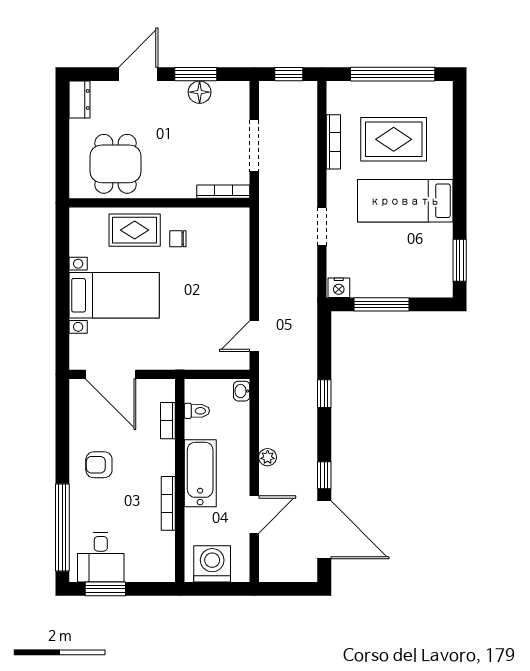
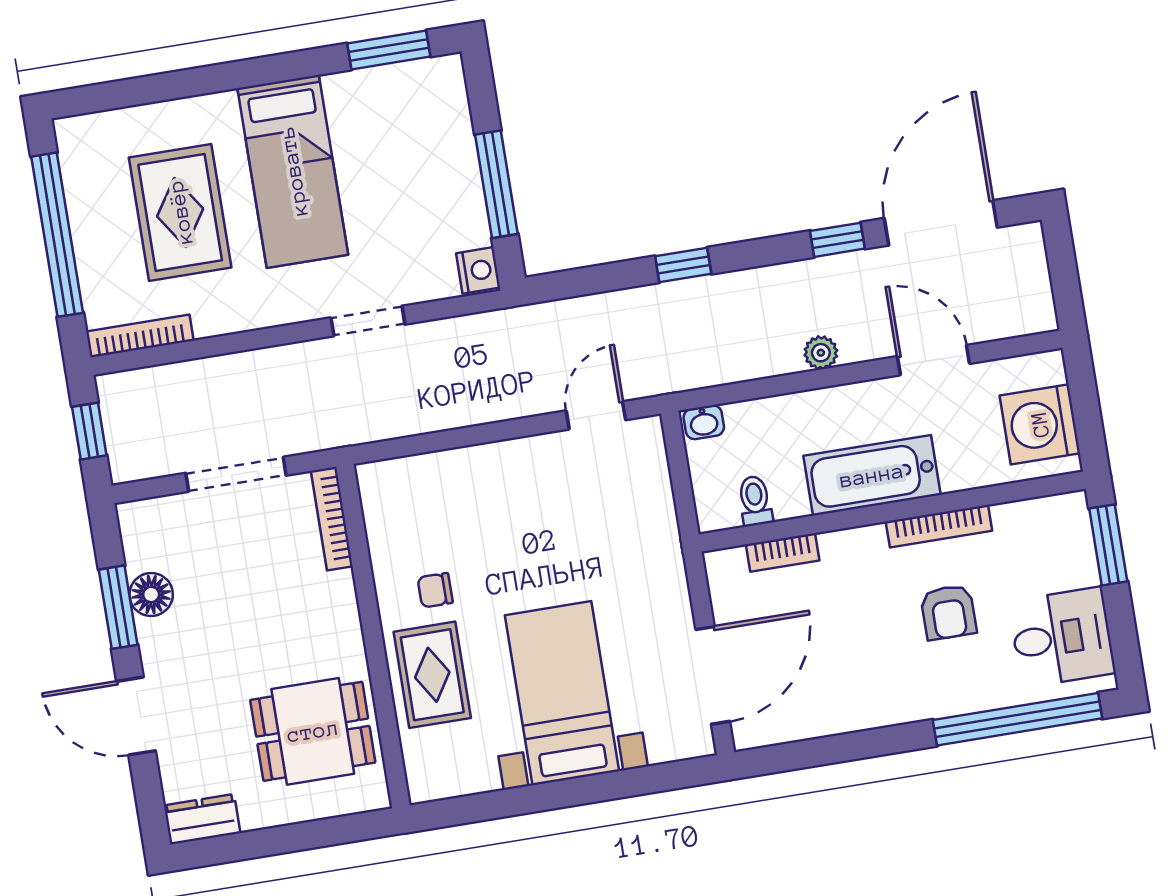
bookcase: (333, 142) -> (140, 336), moved
chair: (178, 239) -> (435, 590), turned 90
door: (254, 336) -> (596, 415), swing flipped
armchair: (99, 465) -> (948, 612), moved
window: (105, 589) -> (1108, 545), moved

